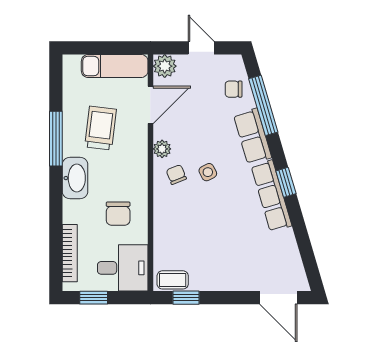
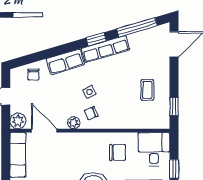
window: (263, 105) -> (137, 27), moved
trolley: (101, 128) -> (60, 164), removed
coffee table: (173, 280) -> (147, 90), moved

